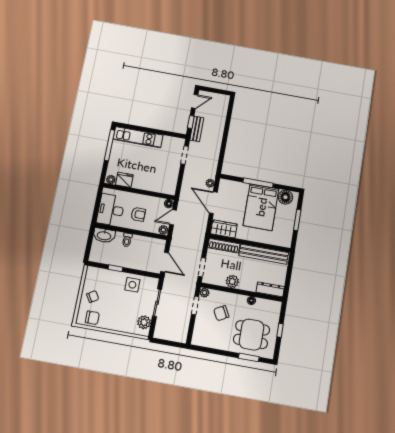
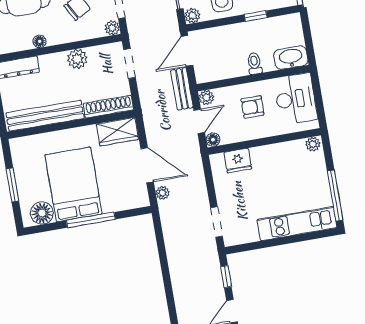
bench: (197, 129) -> (182, 89), moved
fridge: (124, 180) -> (238, 160), moved
door: (165, 262) -> (187, 51), hinge flipped
plant: (153, 282) -> (192, 16), added

